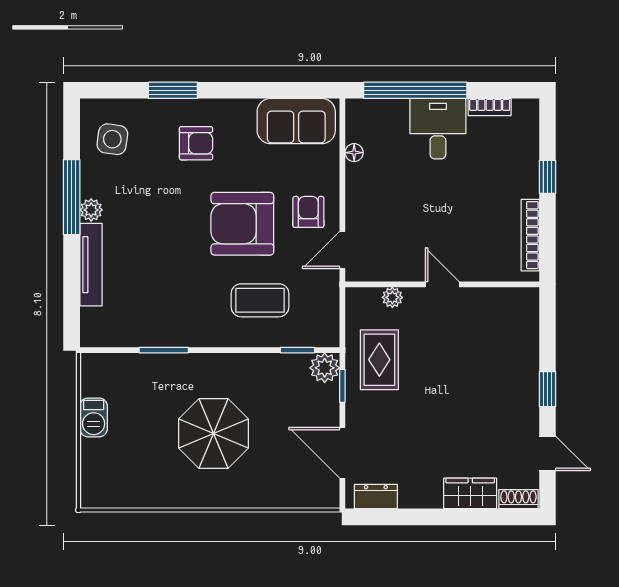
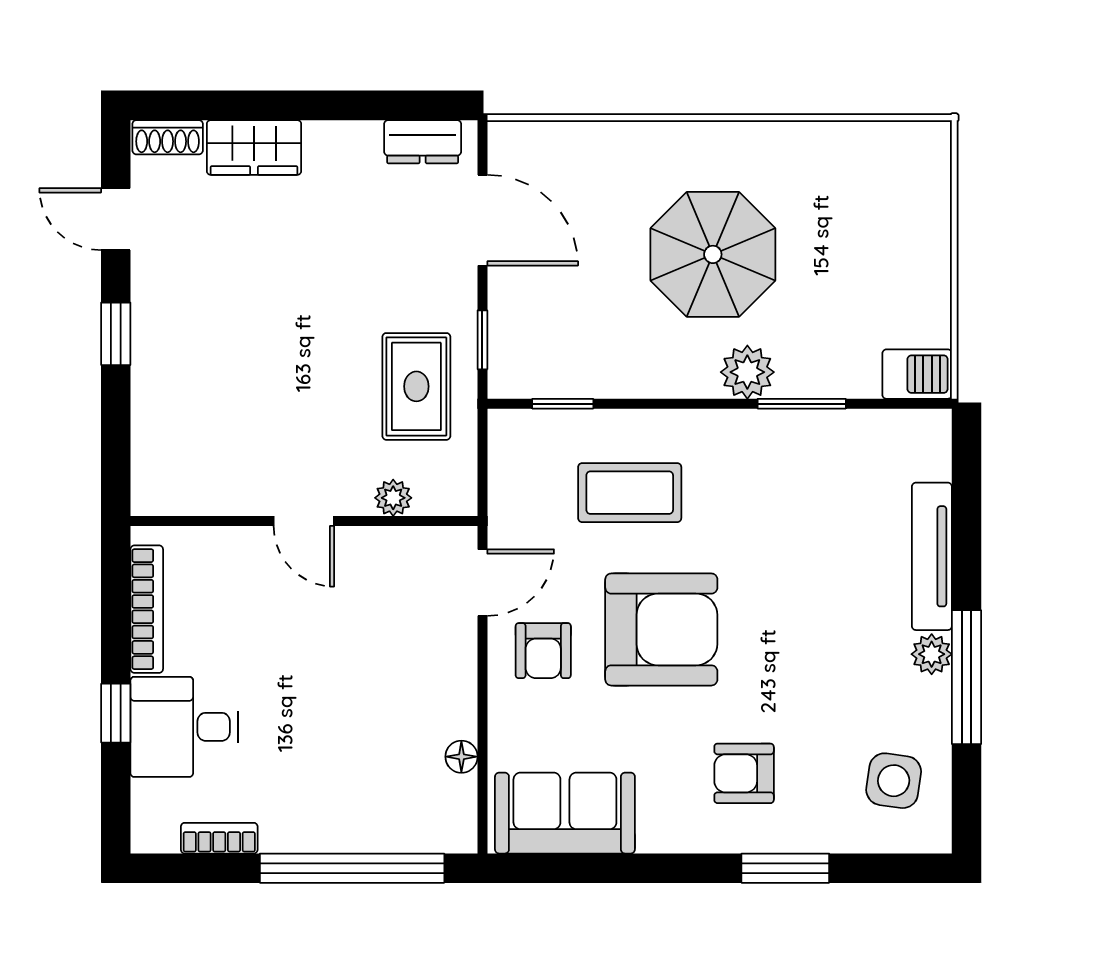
desk: (438, 129) -> (184, 727), moved, turned 90
plant: (325, 368) -> (747, 372), moved
barbecue: (94, 417) -> (917, 374), moved, turned 90

